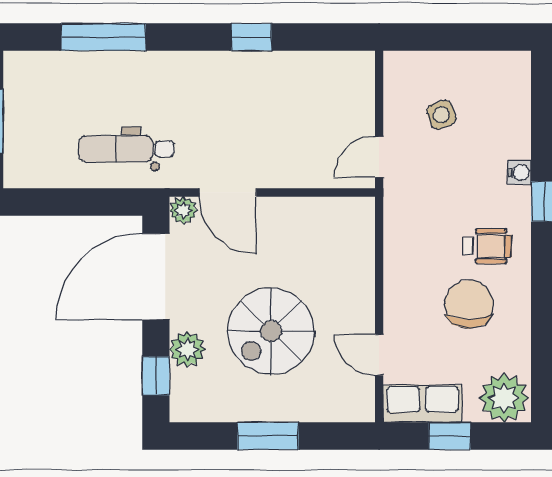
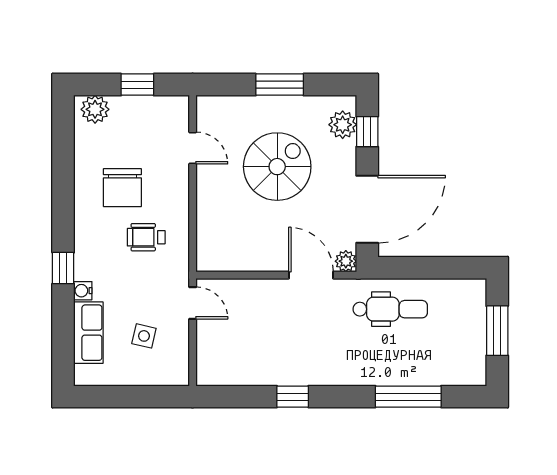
side table: (441, 115) -> (144, 336), turned 33
door: (379, 157) -> (193, 303), hinge flipped
wheelchair: (487, 246) -> (146, 237), moved
plant: (187, 349) -> (343, 125), moved
plant: (504, 398) -> (95, 109), width x0.73, depth x0.73
row of seats: (422, 404) -> (88, 333), moved, turned -90

